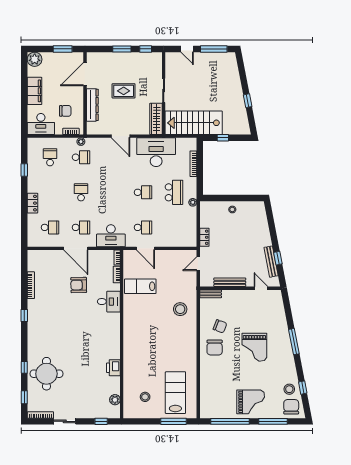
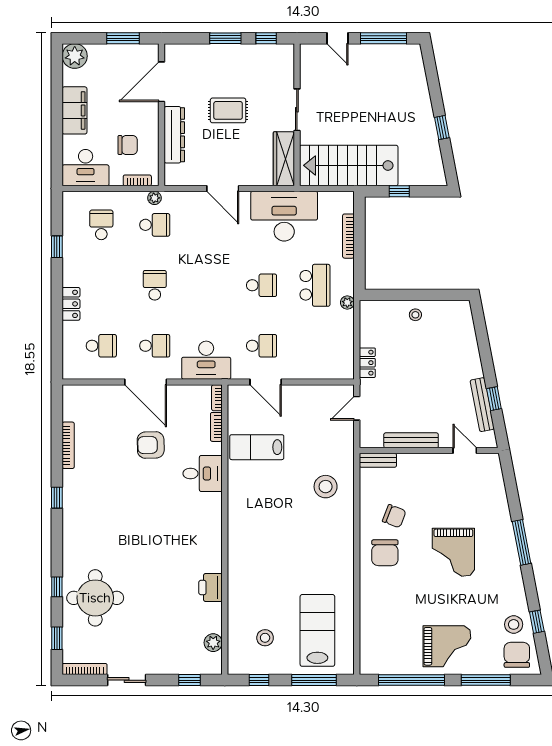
window: (142, 421) -> (259, 680), added

